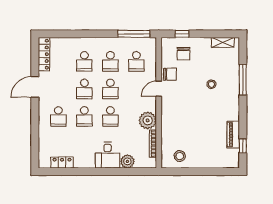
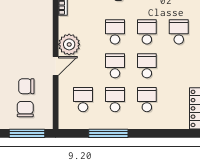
window: (134, 34) -> (108, 133), moved
window: (182, 34) -> (27, 133), width x2.17
chair: (170, 74) -> (26, 86), moved
plant: (148, 120) -> (69, 44), moved

